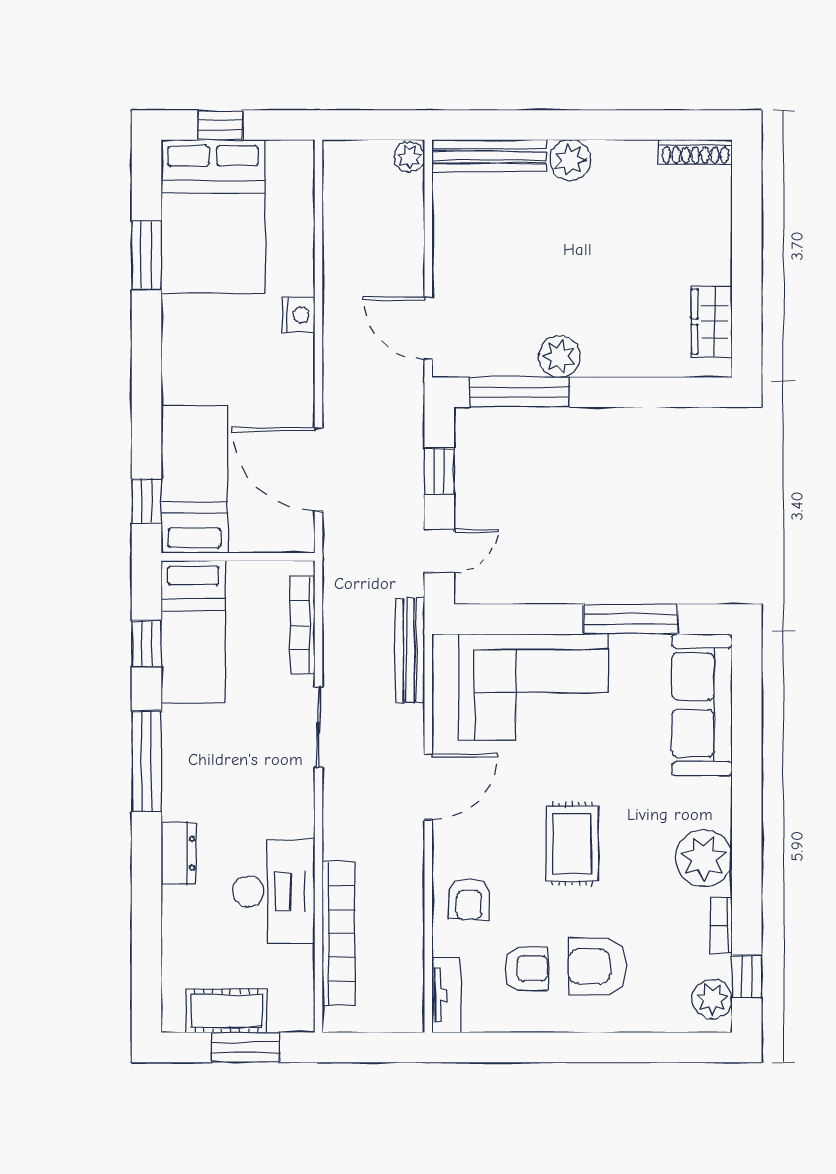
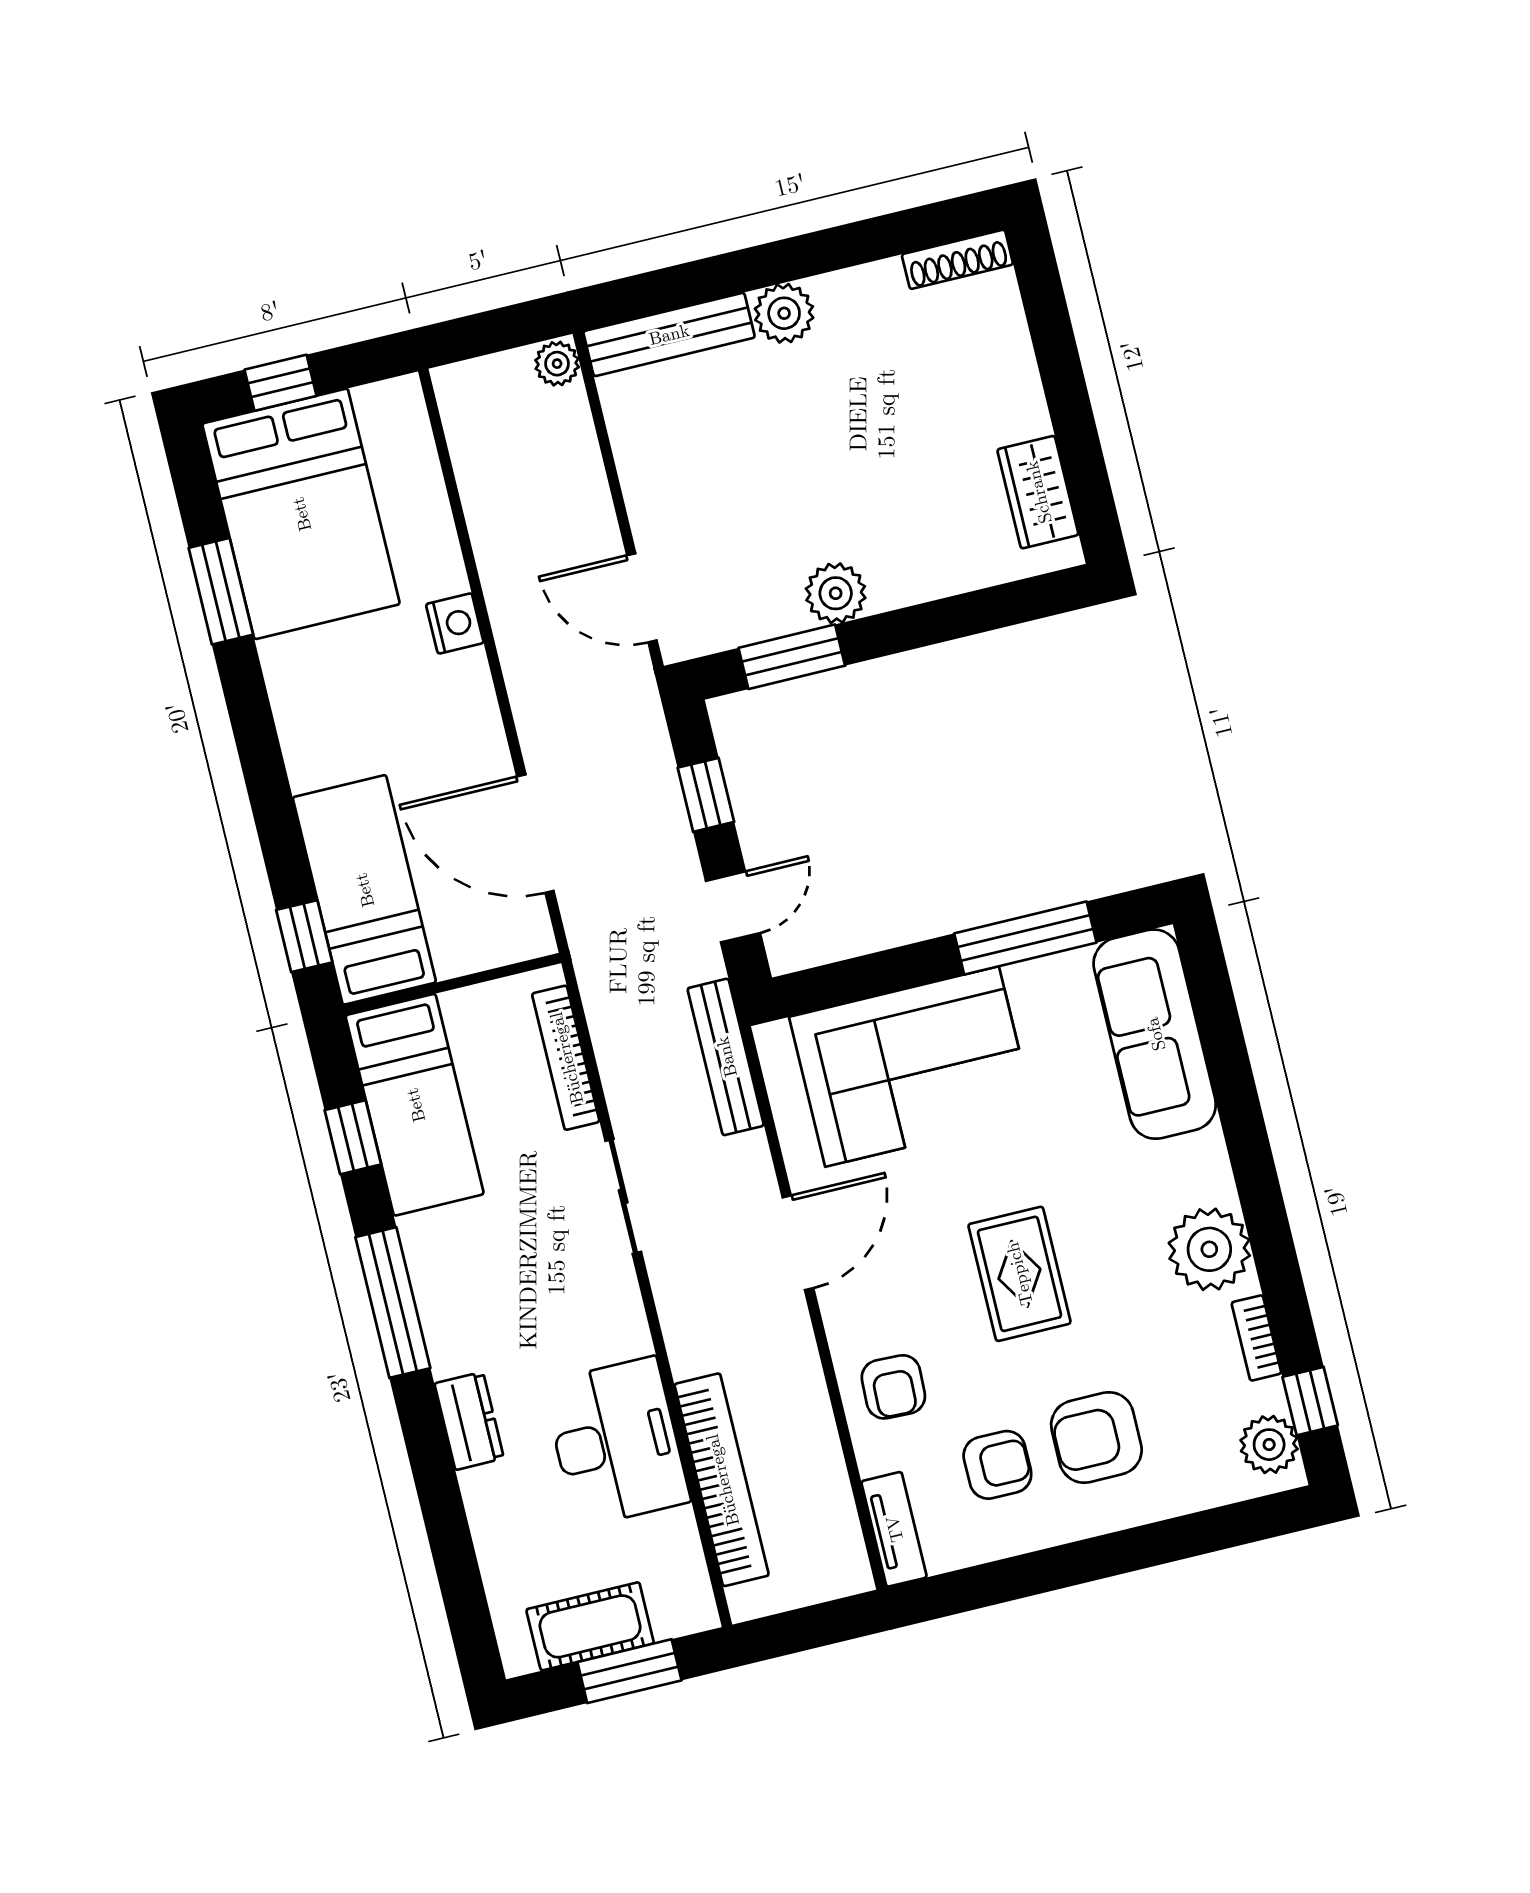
window: (520, 392) -> (792, 657), width x0.69

